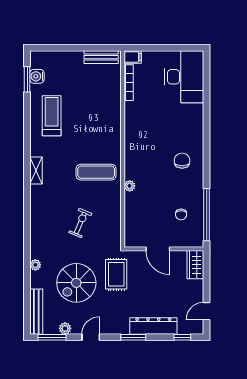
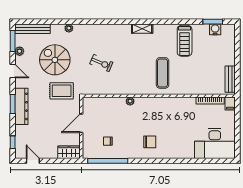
treadmill: (52, 116) -> (185, 41), turned 90
exercise mat: (96, 172) -> (163, 73), moved
dresser: (153, 326) -> (21, 106), moved

